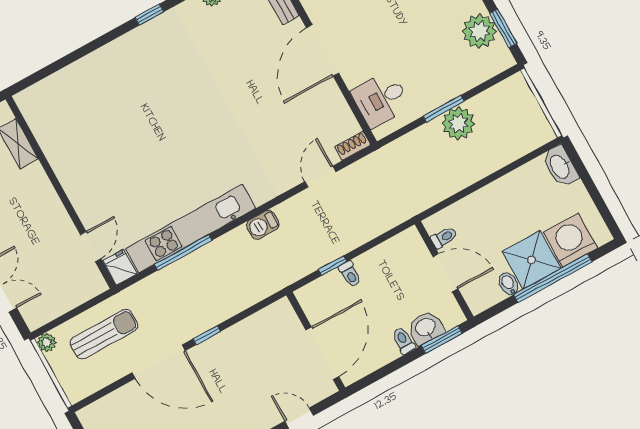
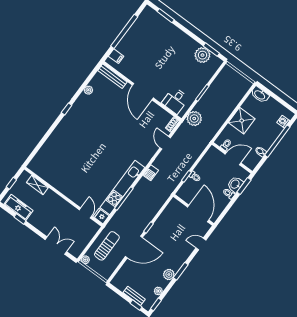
plant: (458, 123) -> (194, 119), moved
washing machine: (571, 240) -> (283, 122), width x0.53, depth x0.53
shower: (531, 260) -> (242, 121), moved

